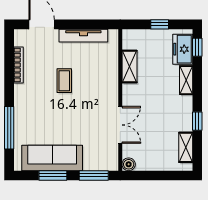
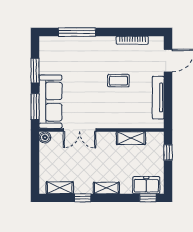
window: (160, 24) -> (168, 152), moved
shelving: (186, 80) -> (106, 188), moved
sofa: (52, 158) -> (50, 102), moved

